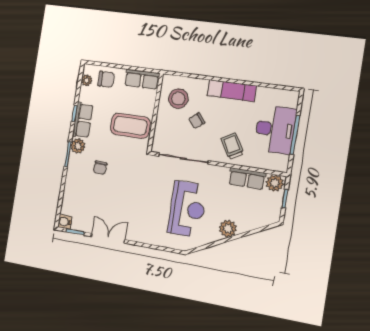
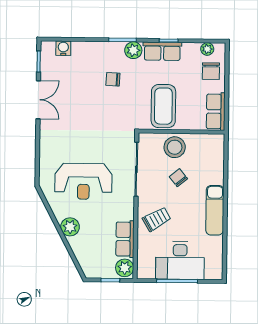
stool: (178, 99) -> (175, 147), moved
water cooler: (65, 222) -> (63, 48), moved

